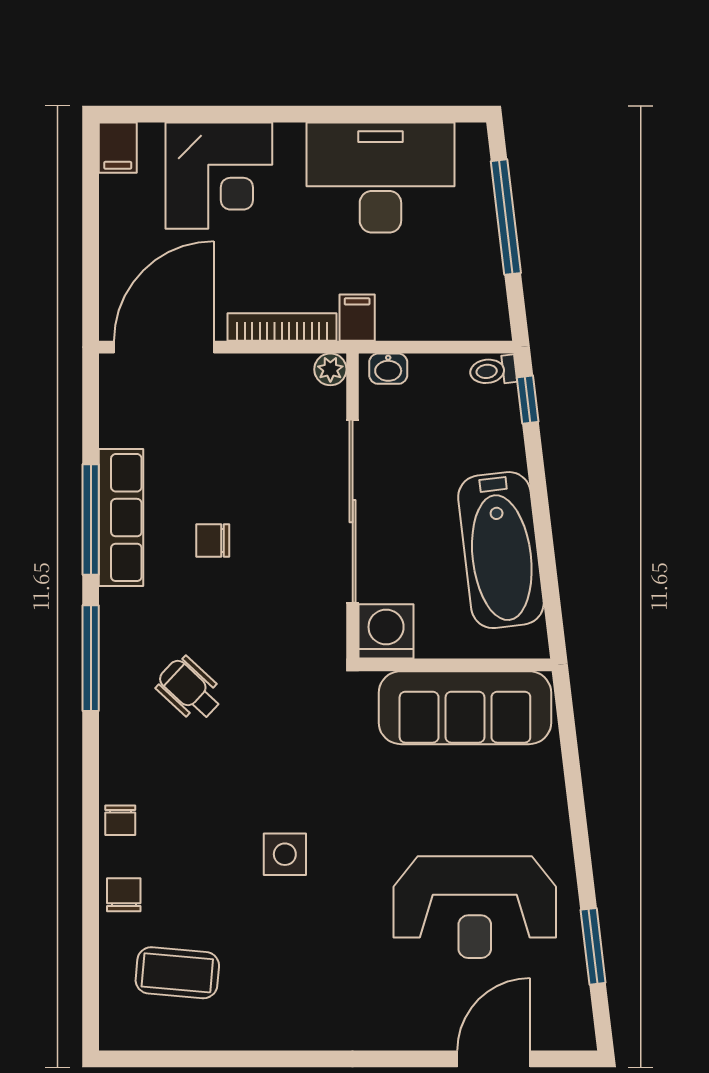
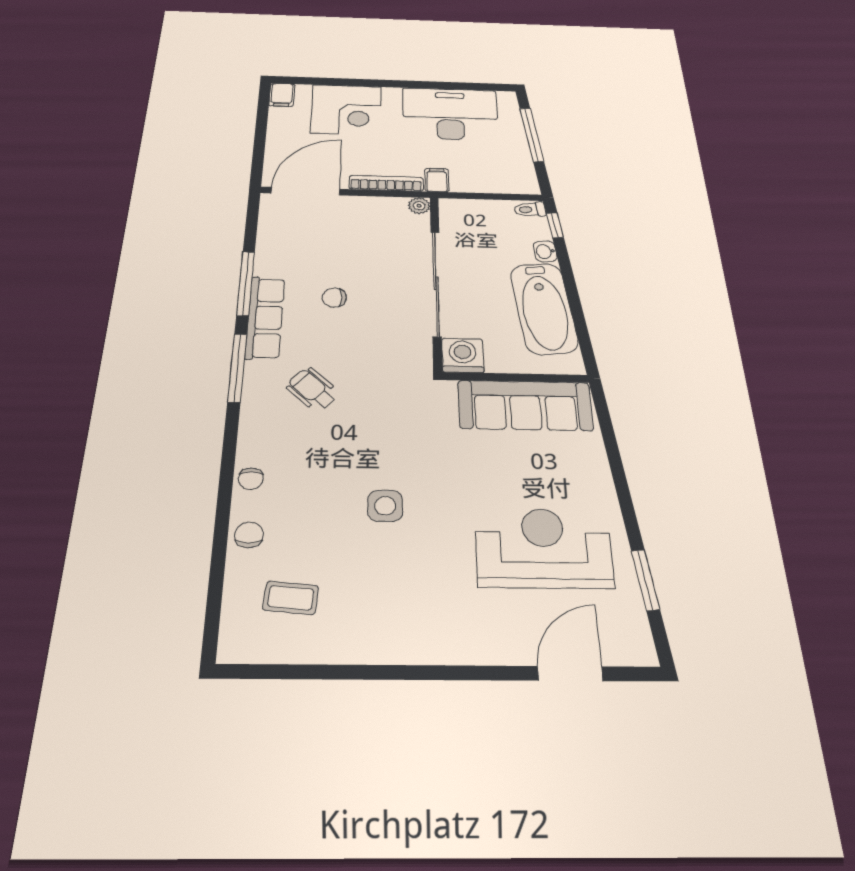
washbasin: (388, 369) -> (545, 251), moved, turned 83
row of seats: (121, 518) -> (265, 318), moved
reception desk: (475, 907) -> (544, 548), turned 180
coffee table: (177, 973) -> (291, 598), width x0.73, depth x0.77

